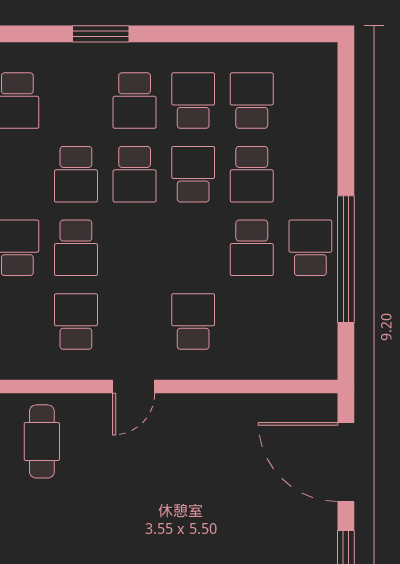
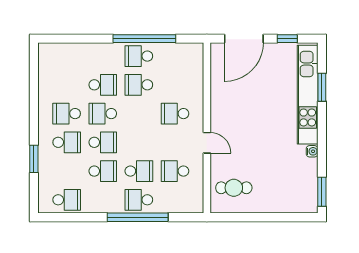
school desk: (252, 101) -> (67, 85), removed
school desk: (252, 248) -> (139, 85), turned 180

